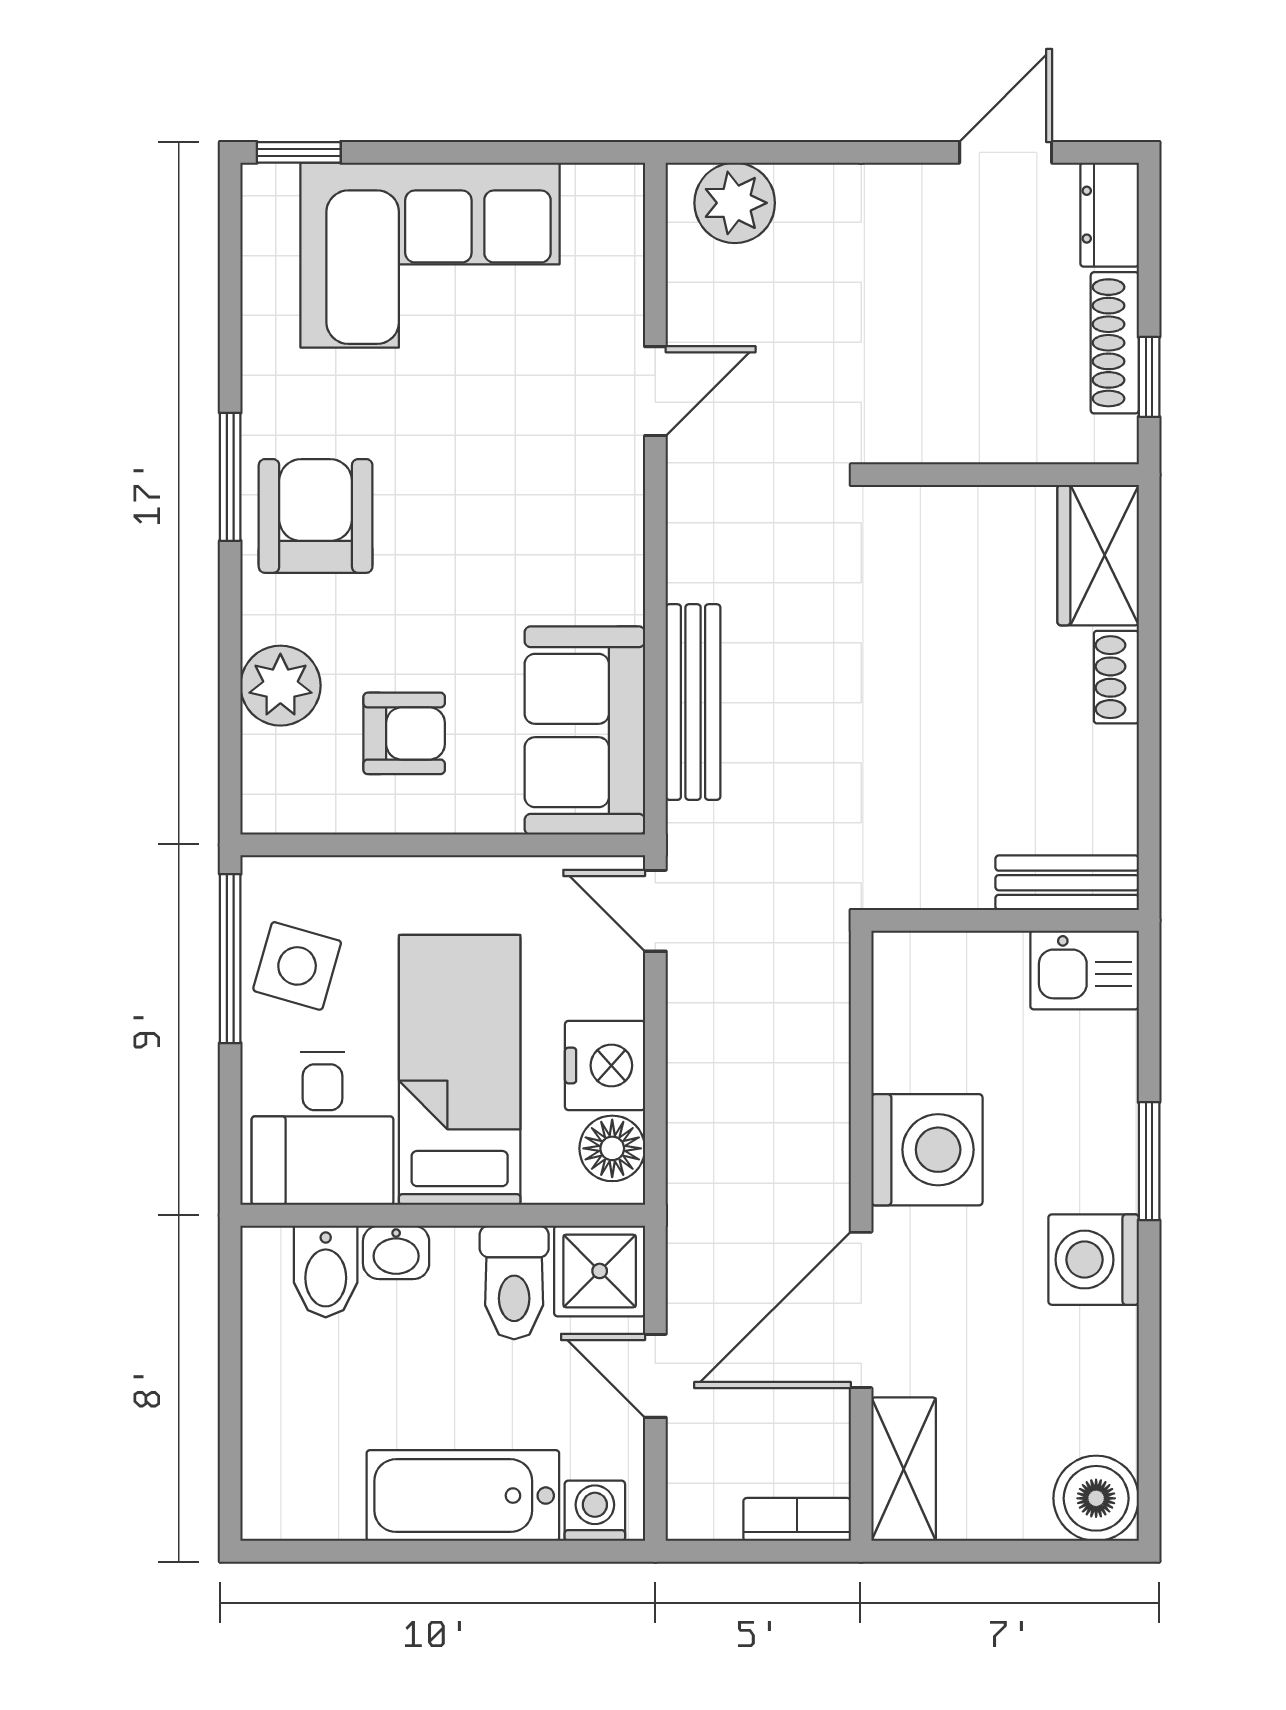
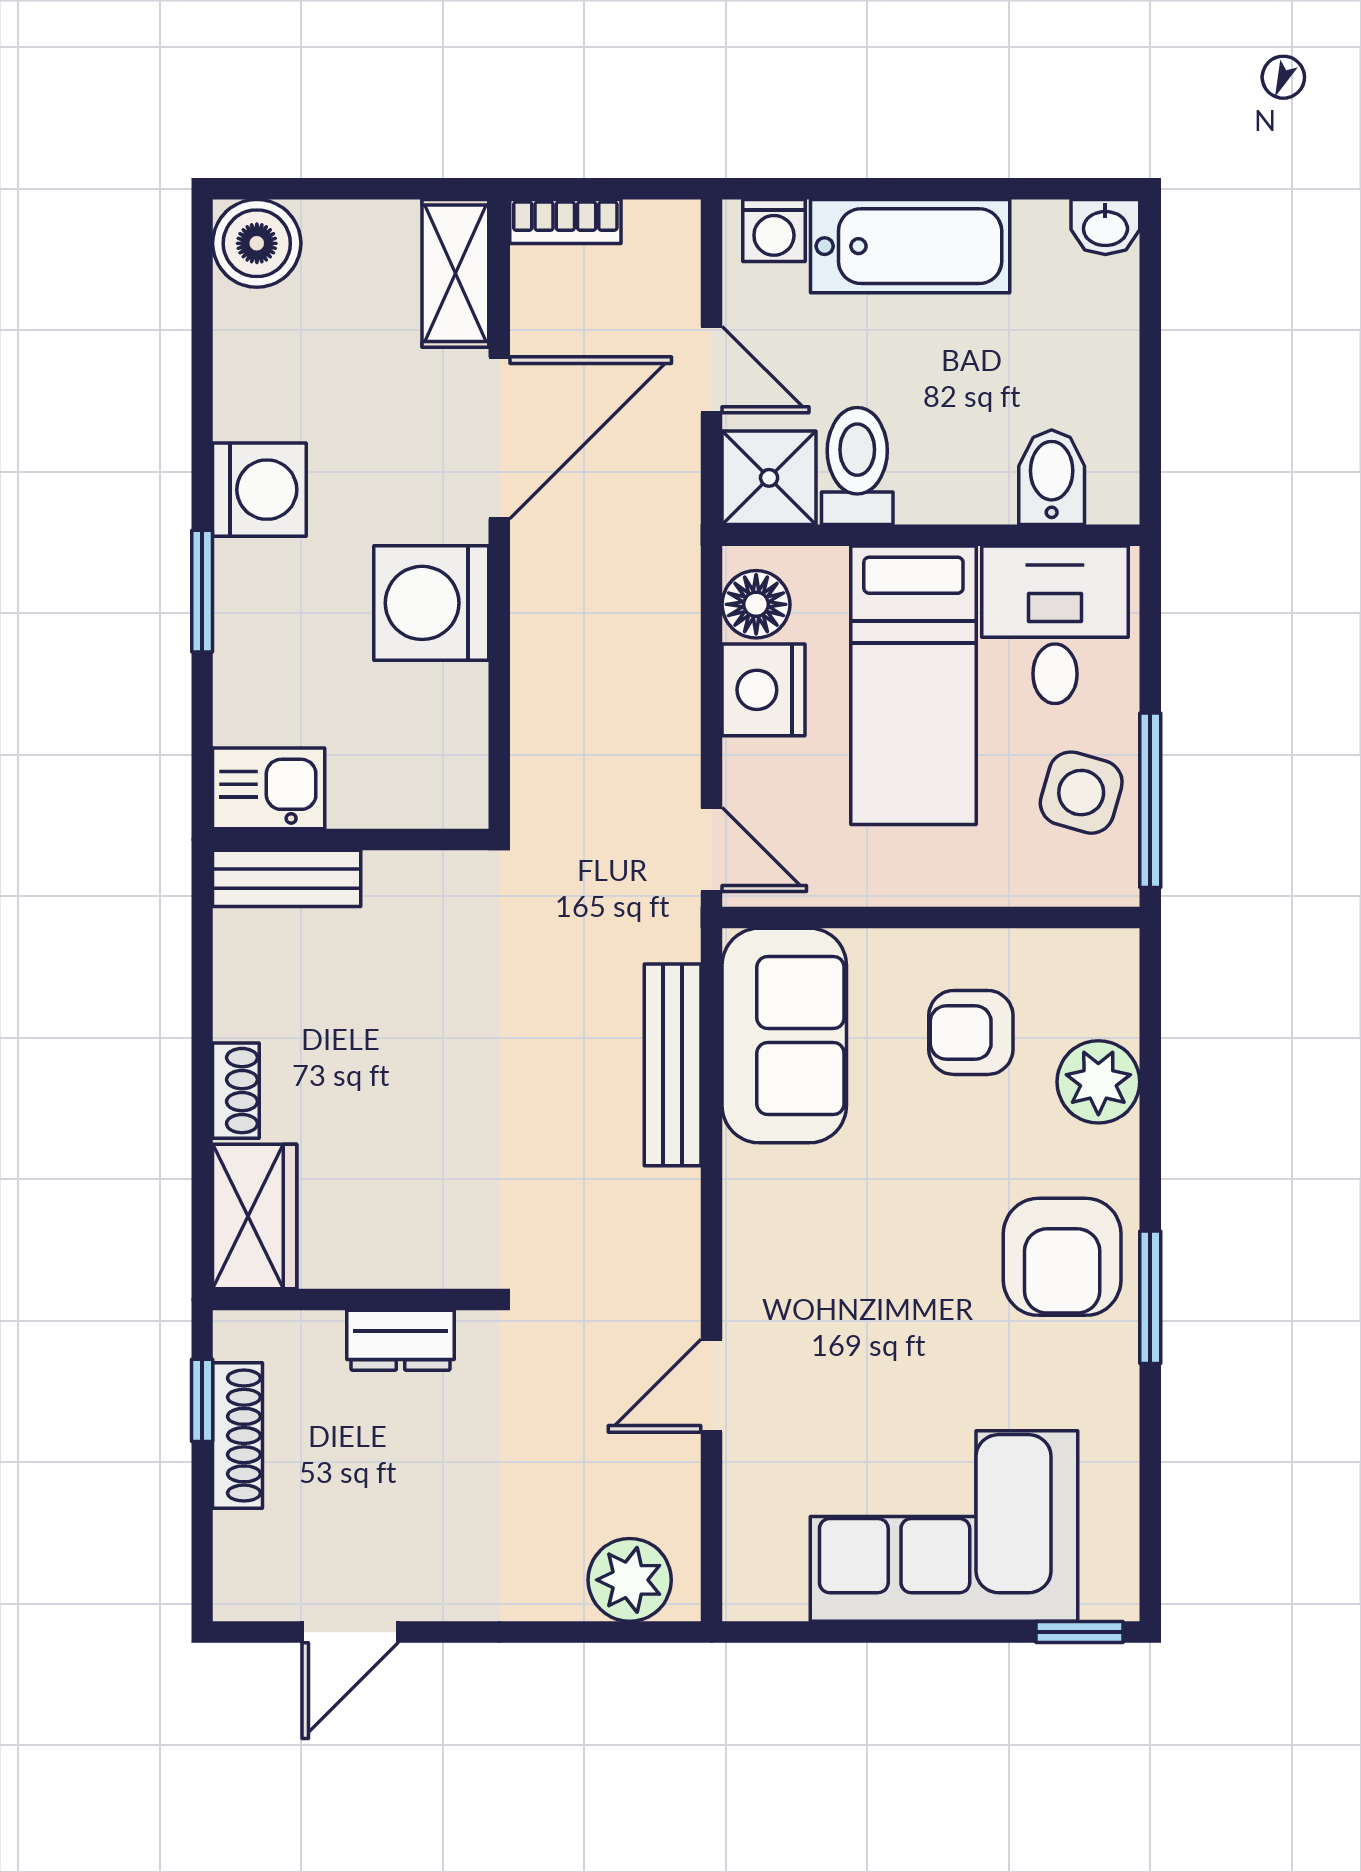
dresser: (1110, 215) -> (401, 1340), moved, turned 90
washbasin: (396, 1252) -> (1105, 227), moved, turned 180

